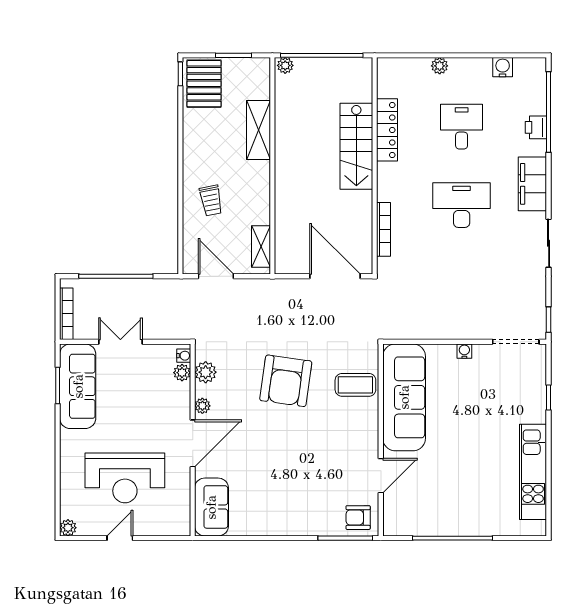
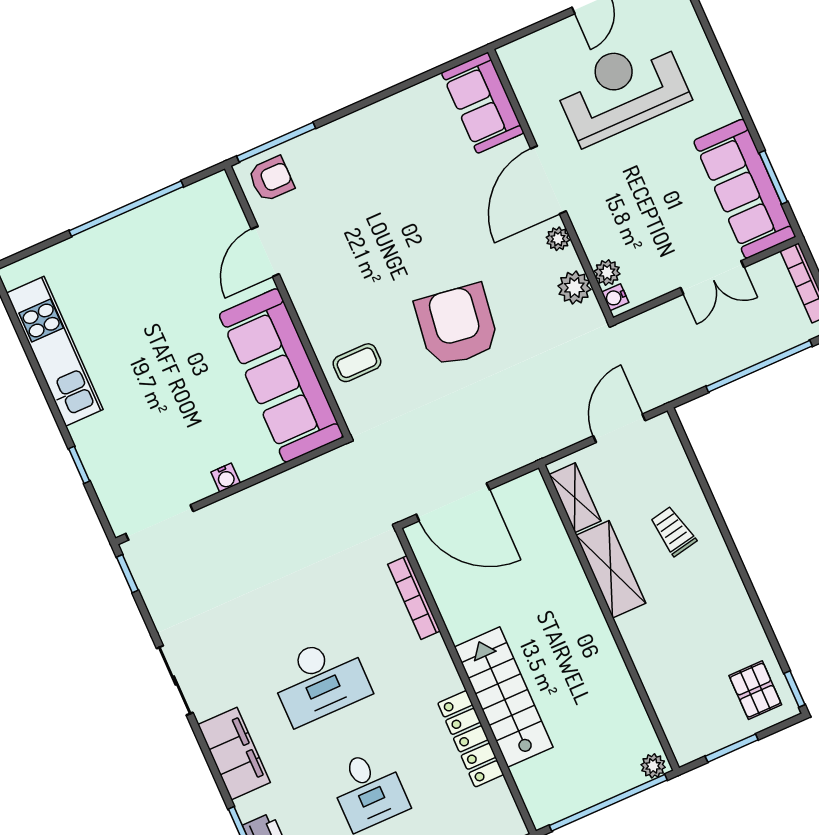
pallet: (204, 84) -> (755, 690), width x0.67, depth x0.71
shelving: (258, 130) -> (611, 569), moved
door: (216, 276) -> (619, 428), swing flipped
coffee table: (355, 385) -> (357, 363), width x0.73, depth x0.77

